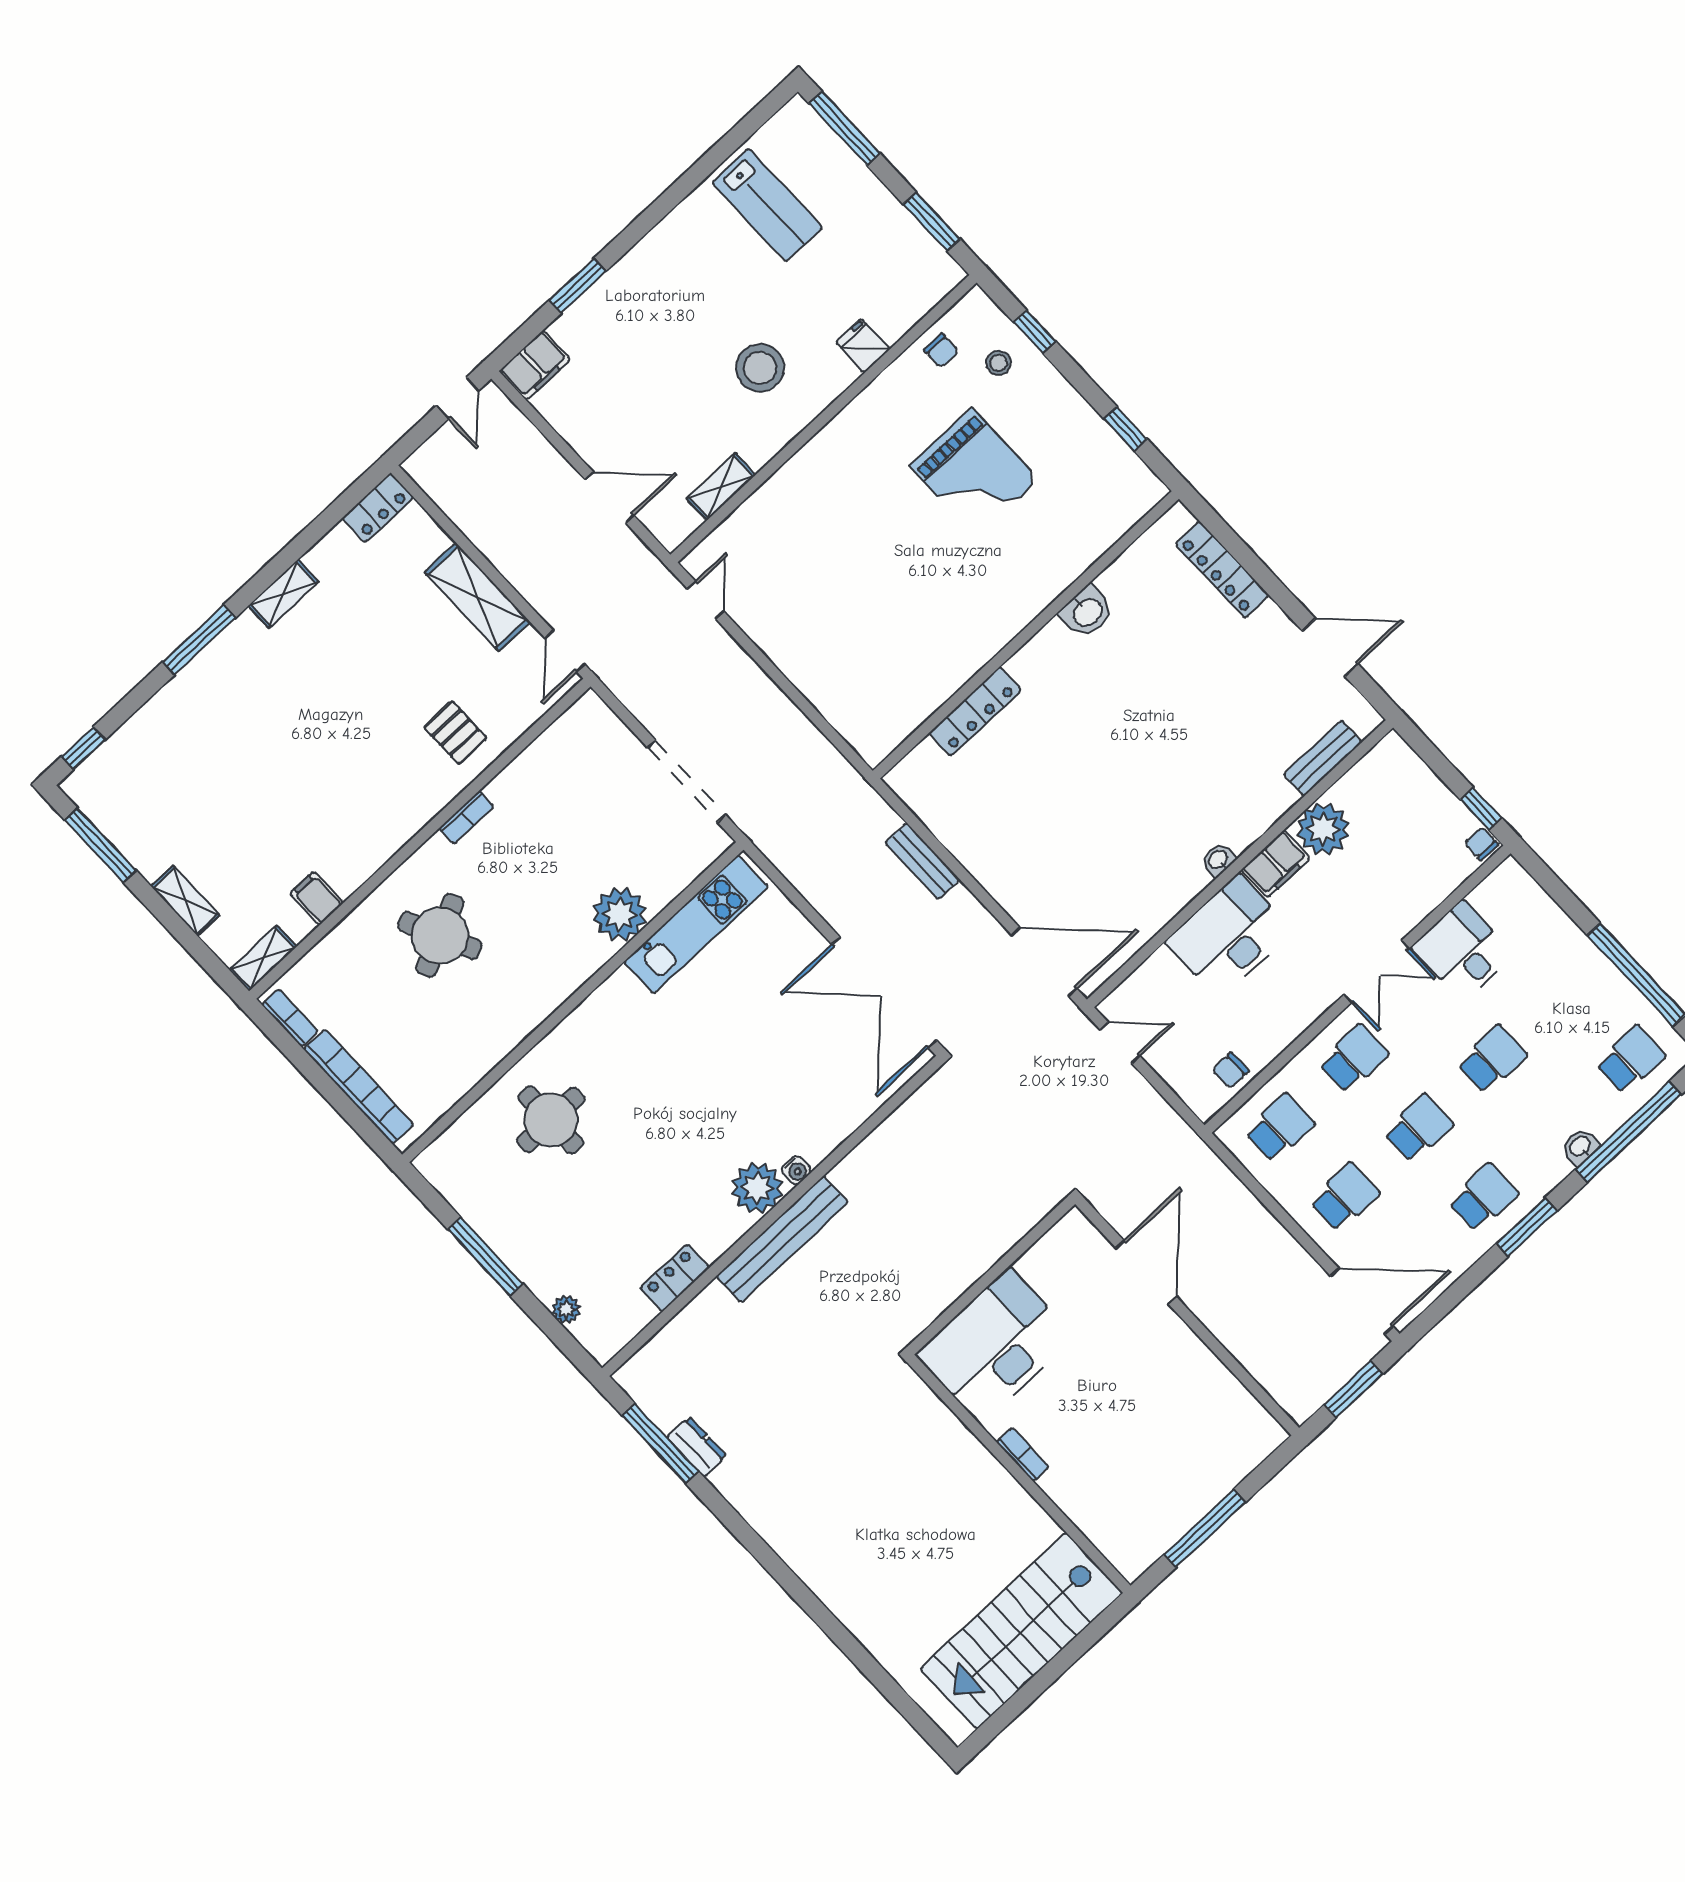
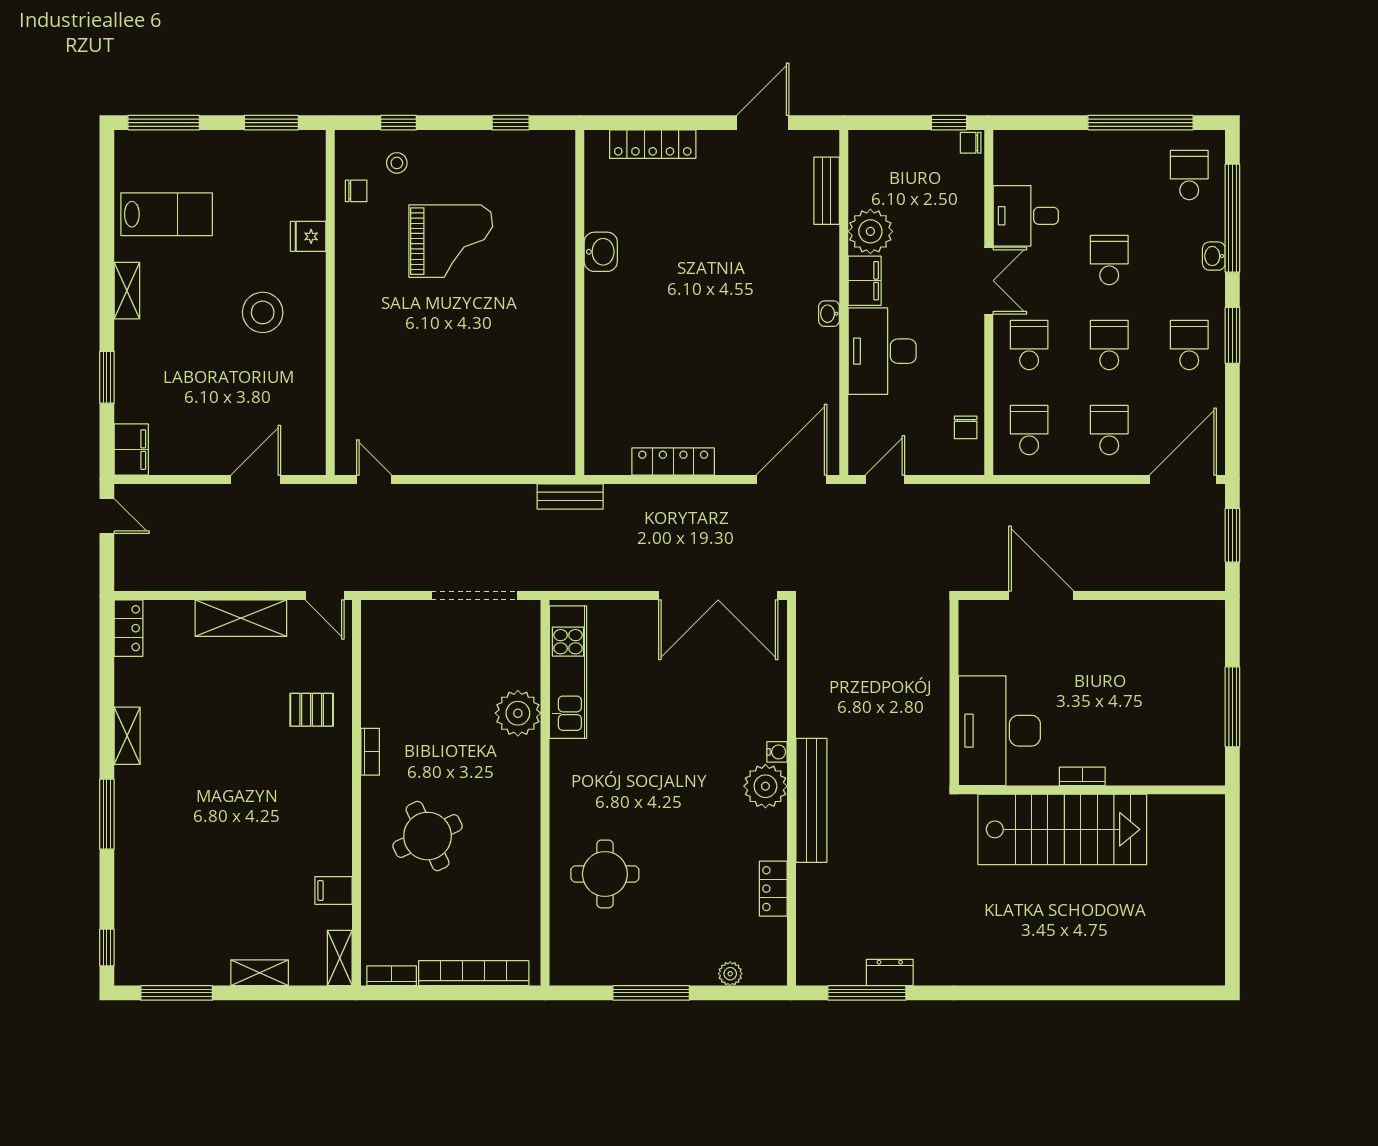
shelving: (721, 487) -> (127, 291), moved
locker: (975, 711) -> (673, 462), moved, turned -90
bench: (922, 861) -> (570, 496), moved
stairs: (1022, 1631) -> (1062, 829), moved, turned -90

